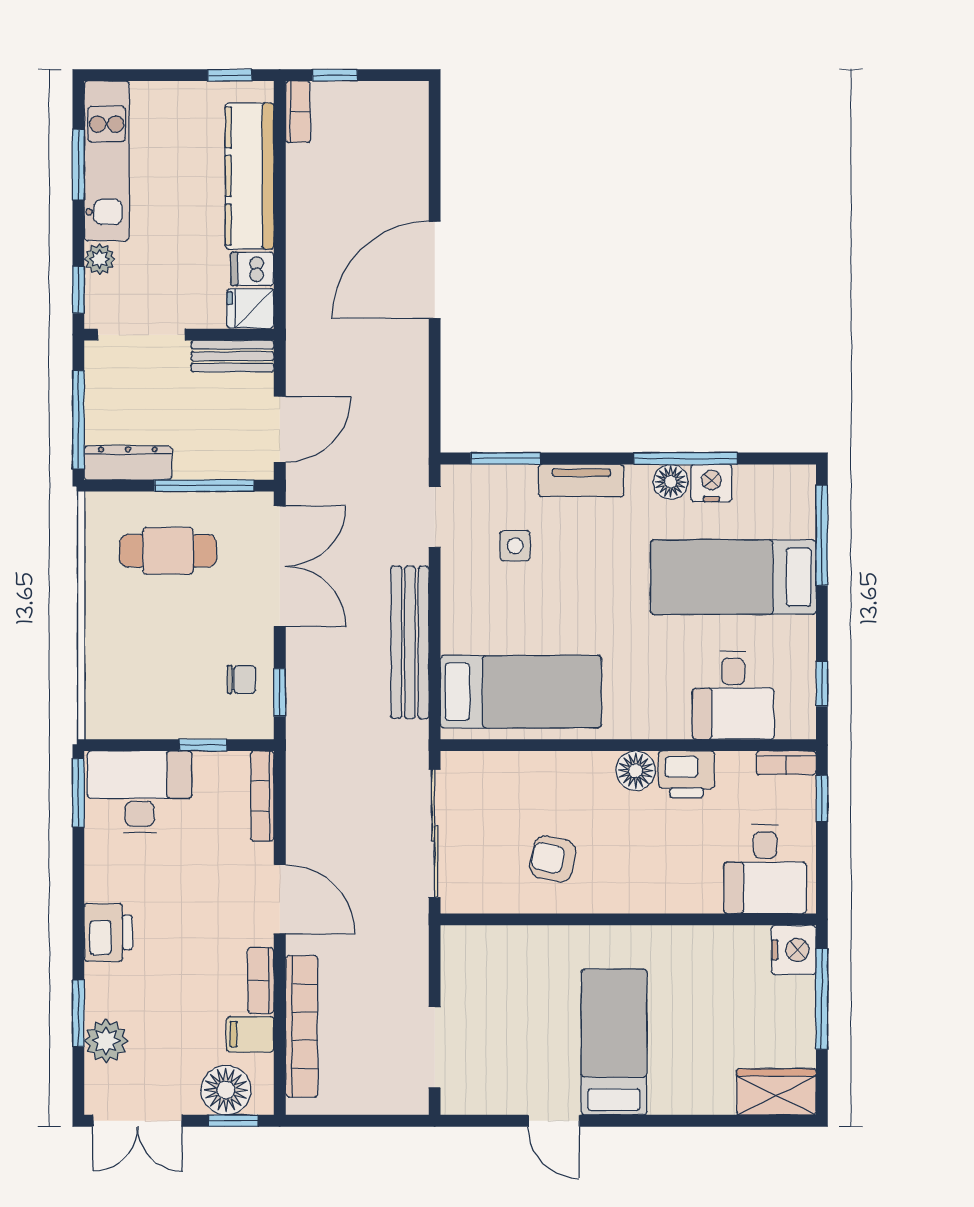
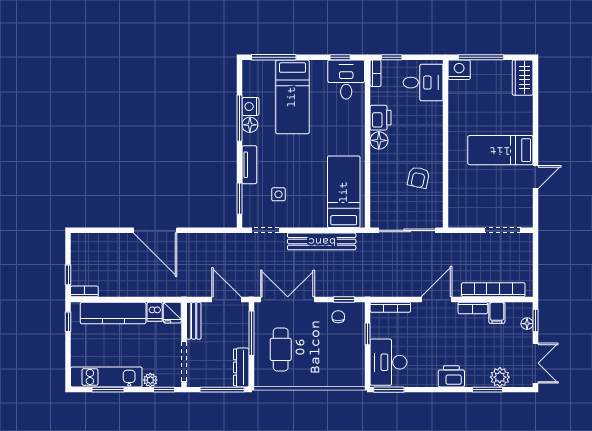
desk: (733, 695) -> (346, 79), moved, turned -90
floor lamp: (226, 1090) -> (527, 324), width x0.53, depth x0.53

